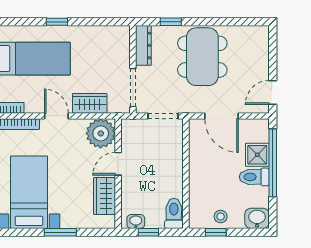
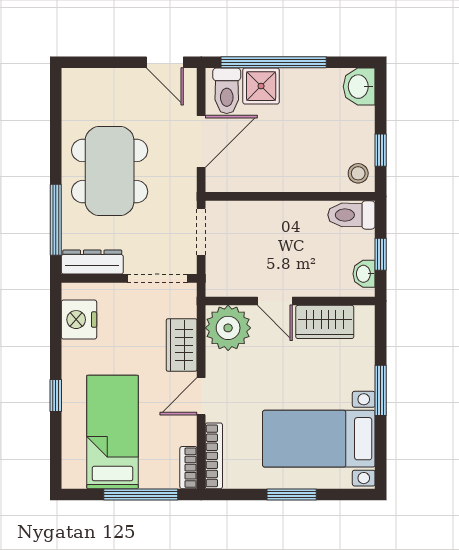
window: (171, 22) -> (56, 220), width x2.17
nightstand: (106, 37) -> (79, 320), added
dining table: (202, 57) -> (110, 171), turned 90
toilet: (254, 177) -> (227, 91), moved
stool: (221, 216) -> (358, 173), moved

